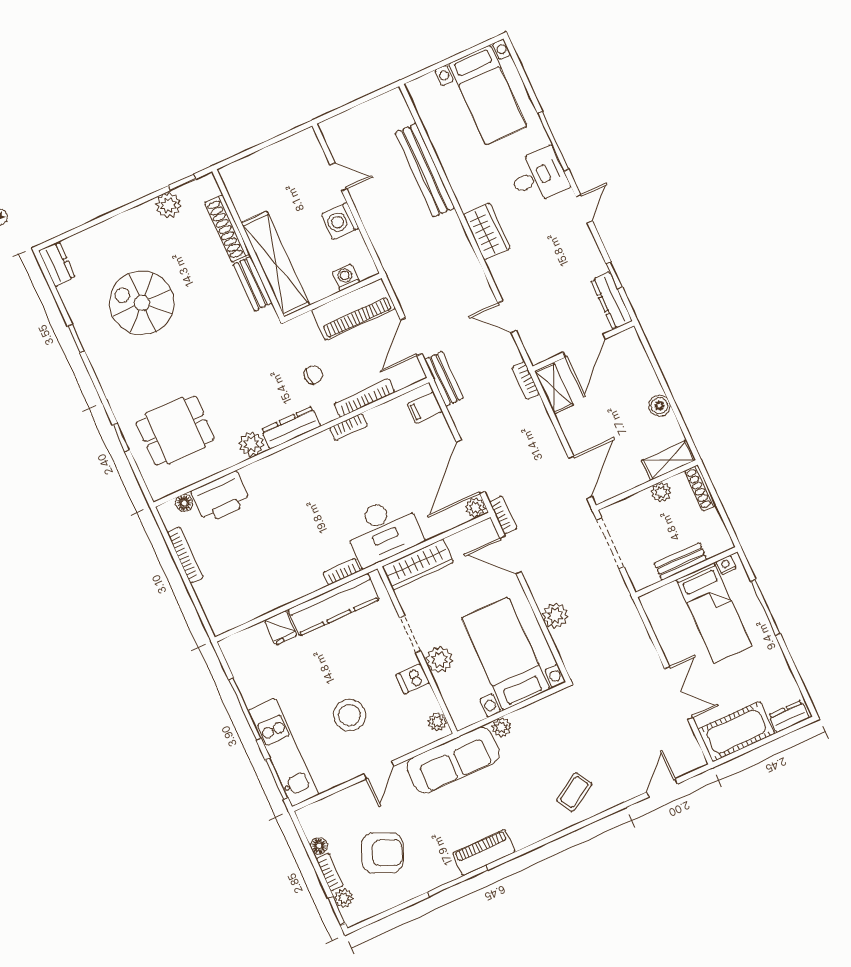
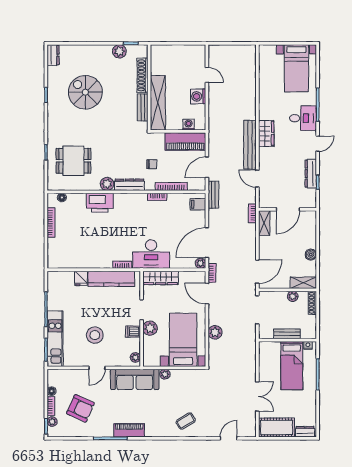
bench: (425, 170) -> (250, 145), moved
dresser: (611, 301) -> (311, 174), moved
printer: (221, 497) -> (100, 203), moved

